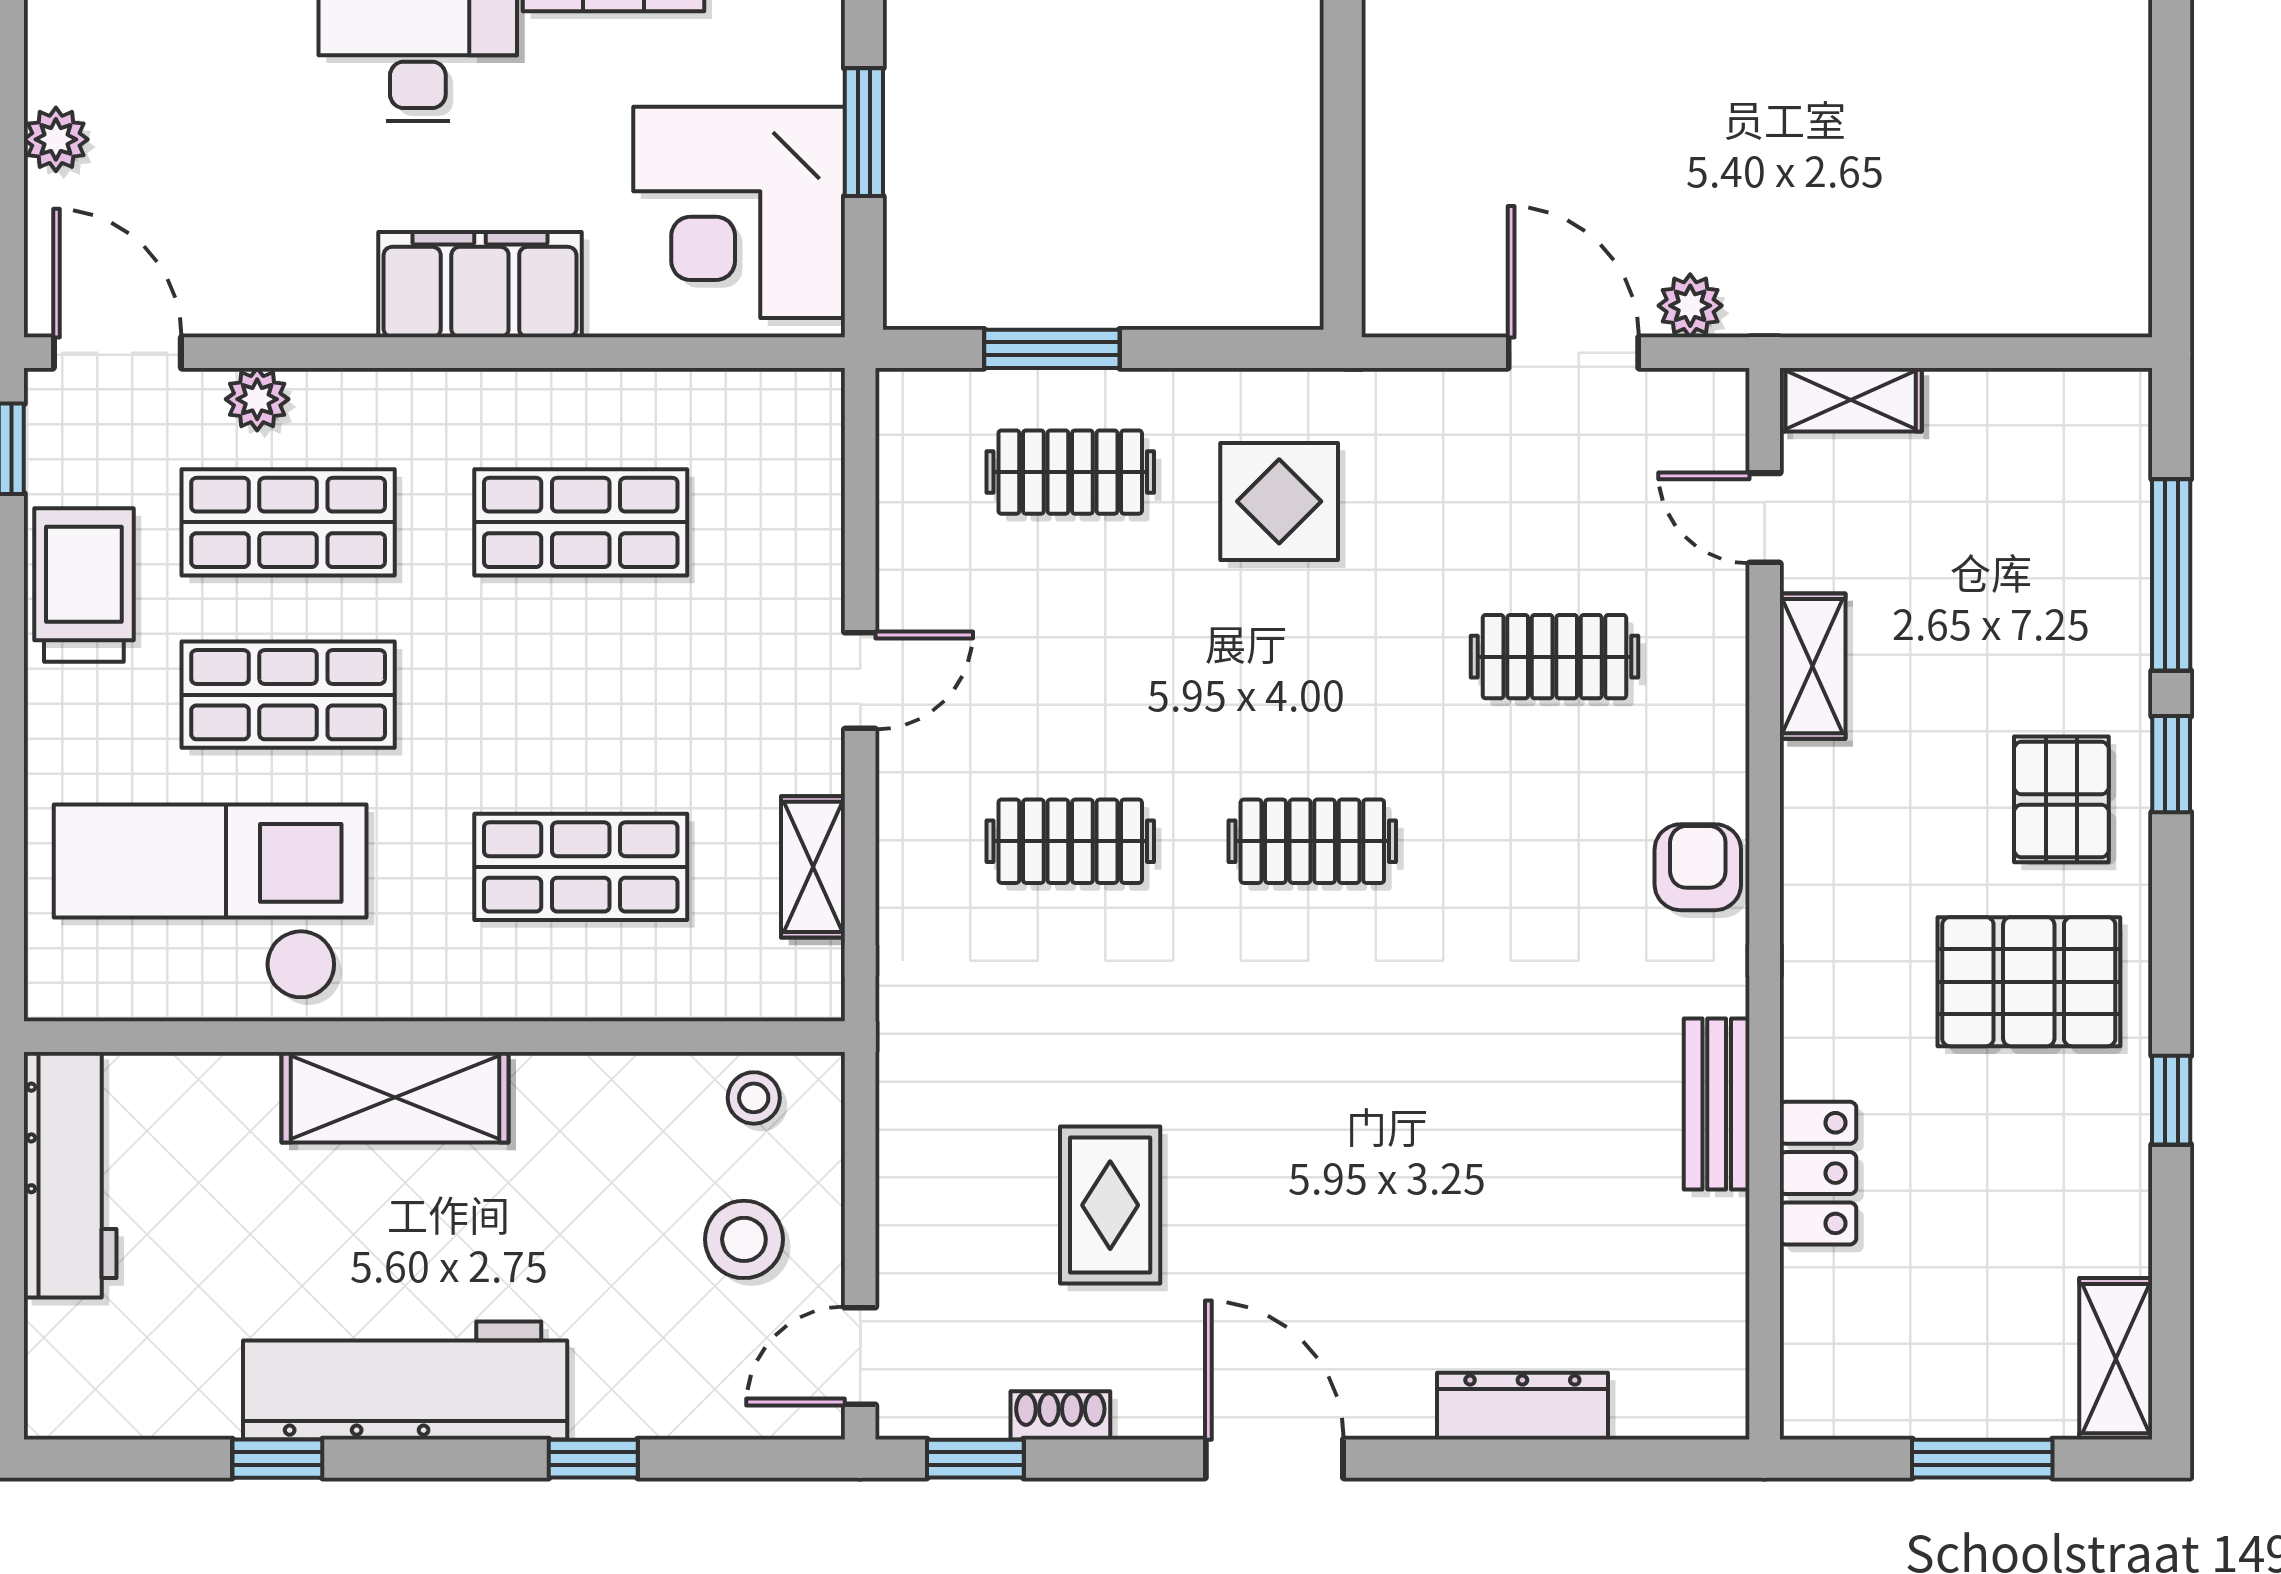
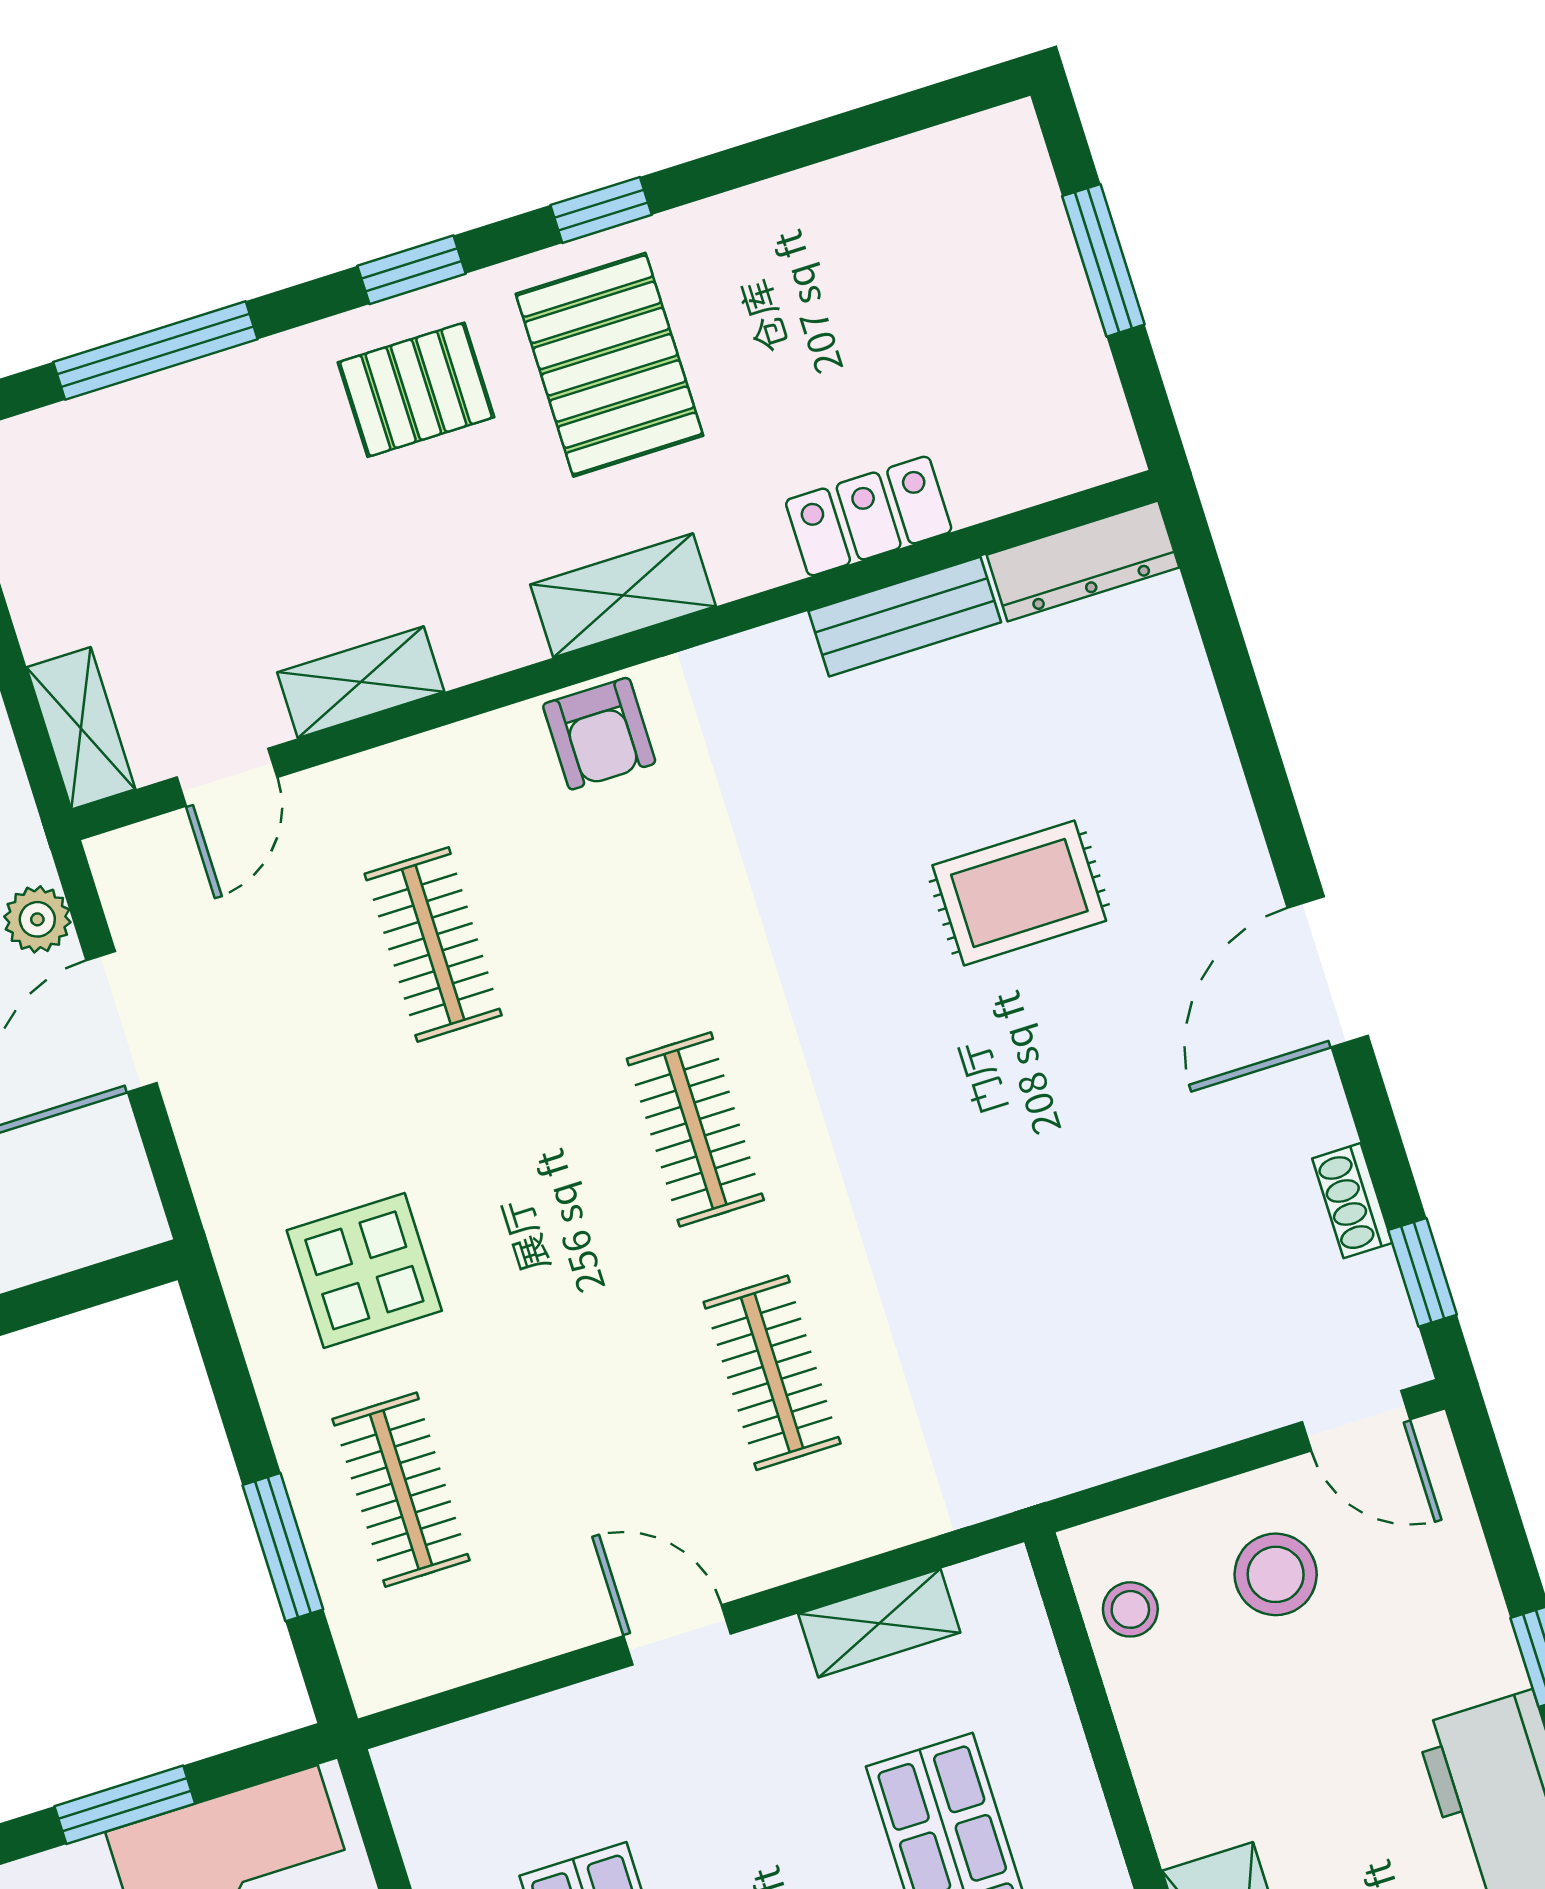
window: (2171, 764) -> (411, 270), moved
armchair: (1698, 867) -> (599, 734), turned -90
window: (2171, 1100) -> (601, 210), moved
bench: (1717, 1104) -> (905, 617), moved
rug: (1110, 1205) -> (1019, 893), moved
shelving: (2116, 1359) -> (623, 595), moved
dresser: (1522, 1406) -> (1083, 561), moved, turned -90

